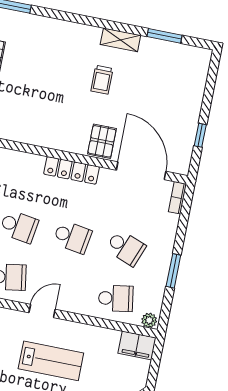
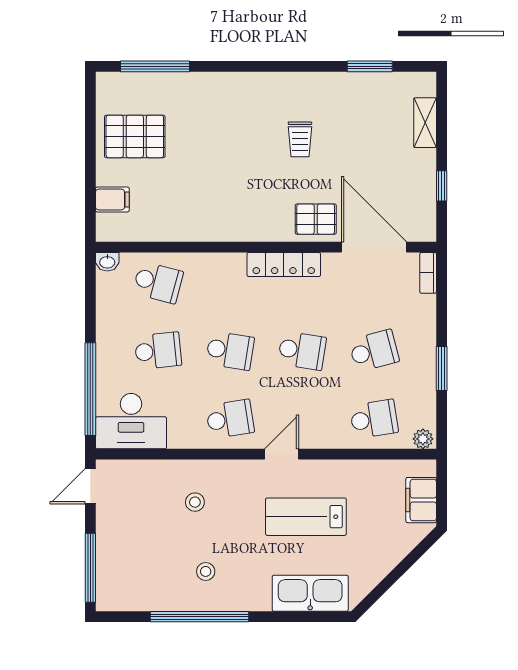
shelving: (120, 40) -> (425, 123), moved, turned 90
pallet: (102, 141) -> (316, 219), turned 90
school desk: (126, 248) -> (374, 351), turned -36
filing cabinet: (137, 345) -> (421, 500), moved, turned 90
lab bench: (51, 361) -> (306, 517), turned 180

